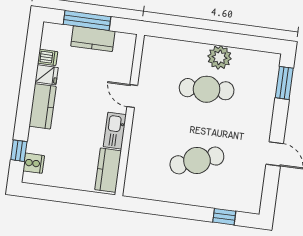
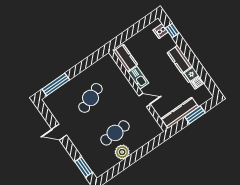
window: (87, 20) -> (195, 115), width x0.69
kitchen counter: (93, 39) -> (180, 113), width x1.50
window: (224, 217) -> (56, 84), width x2.17

